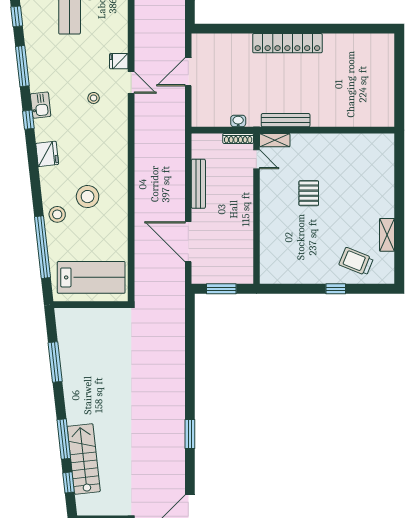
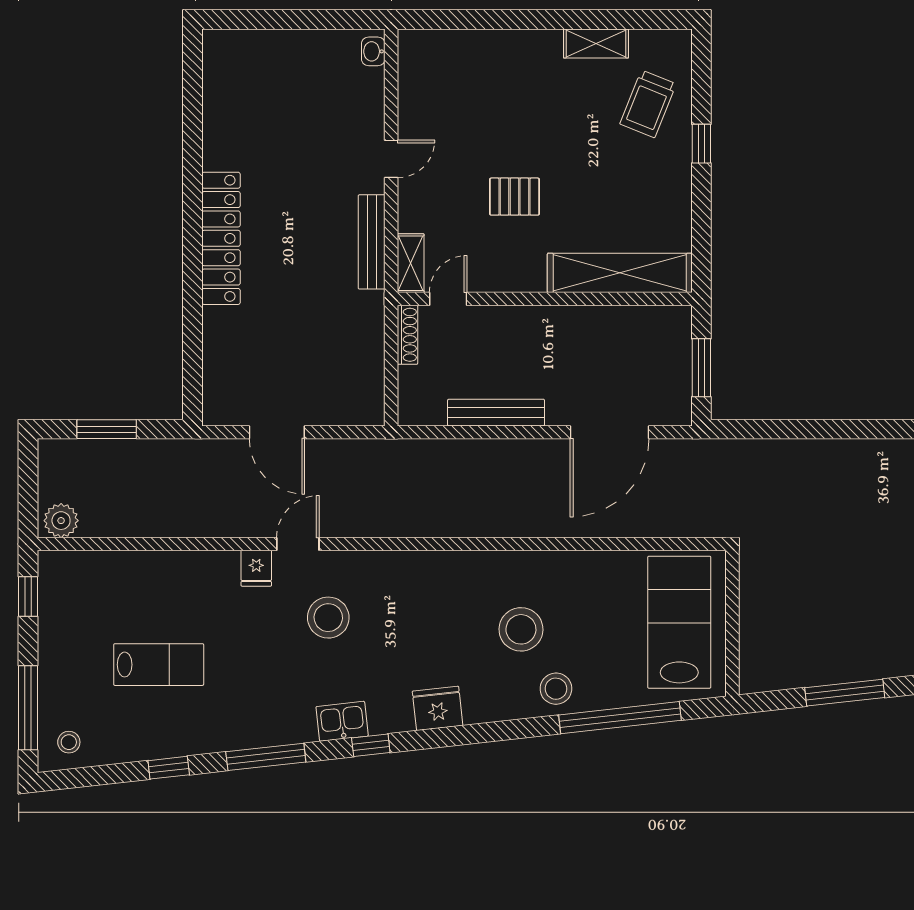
stool: (94, 98) -> (328, 618), width x1.89, depth x1.89
washbasin: (238, 121) -> (373, 51), moved
door: (328, 130) -> (391, 159), added
shelving: (270, 247) -> (620, 273), added

